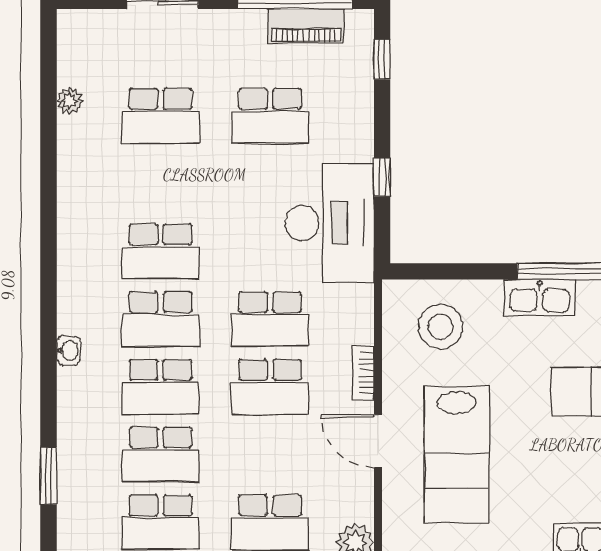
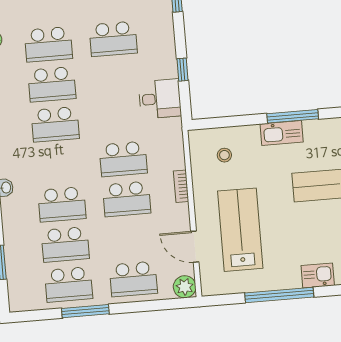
desk: (330, 223) -> (160, 99), width x0.53, depth x0.77
school desk: (161, 319) -> (52, 84), moved
stool: (441, 327) -> (224, 155), width x0.53, depth x0.53
door: (378, 441) -> (195, 247), moved
lab bench: (457, 454) -> (240, 230), turned 180

